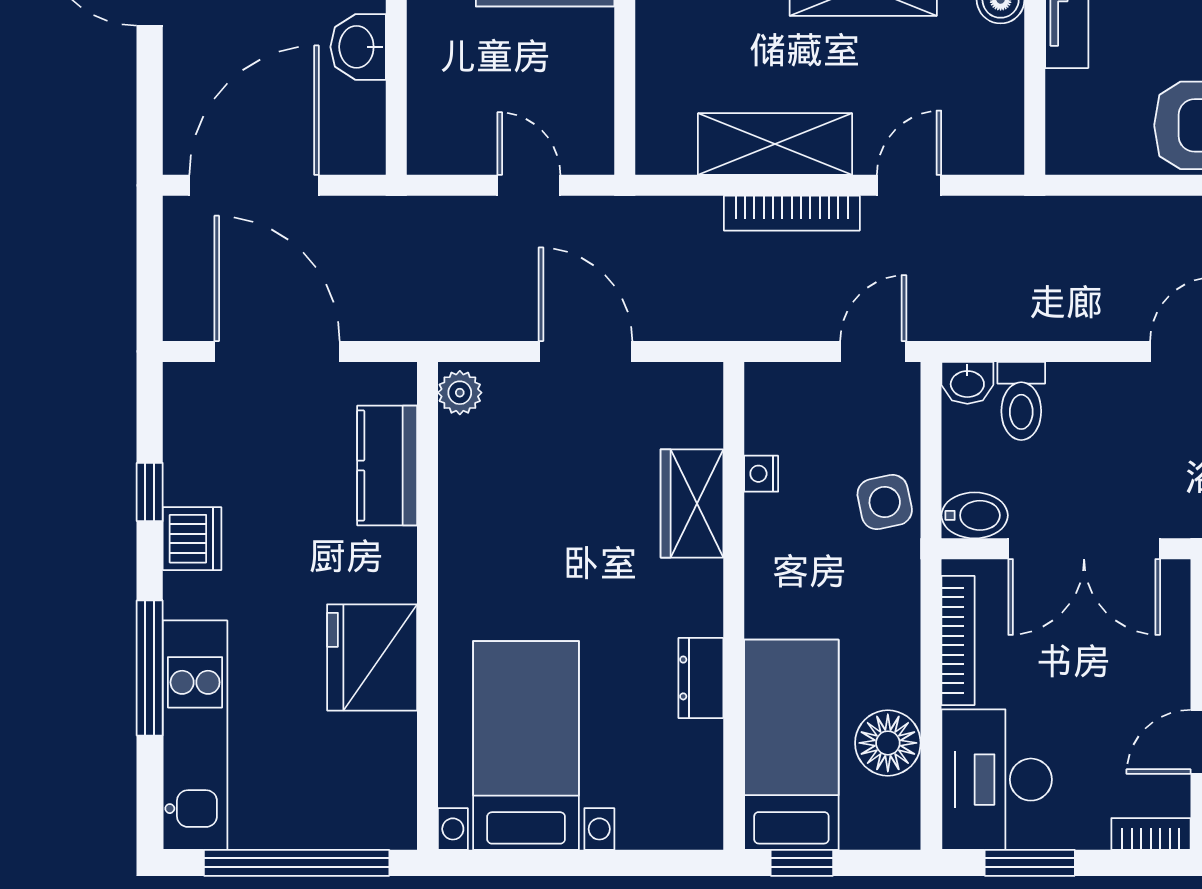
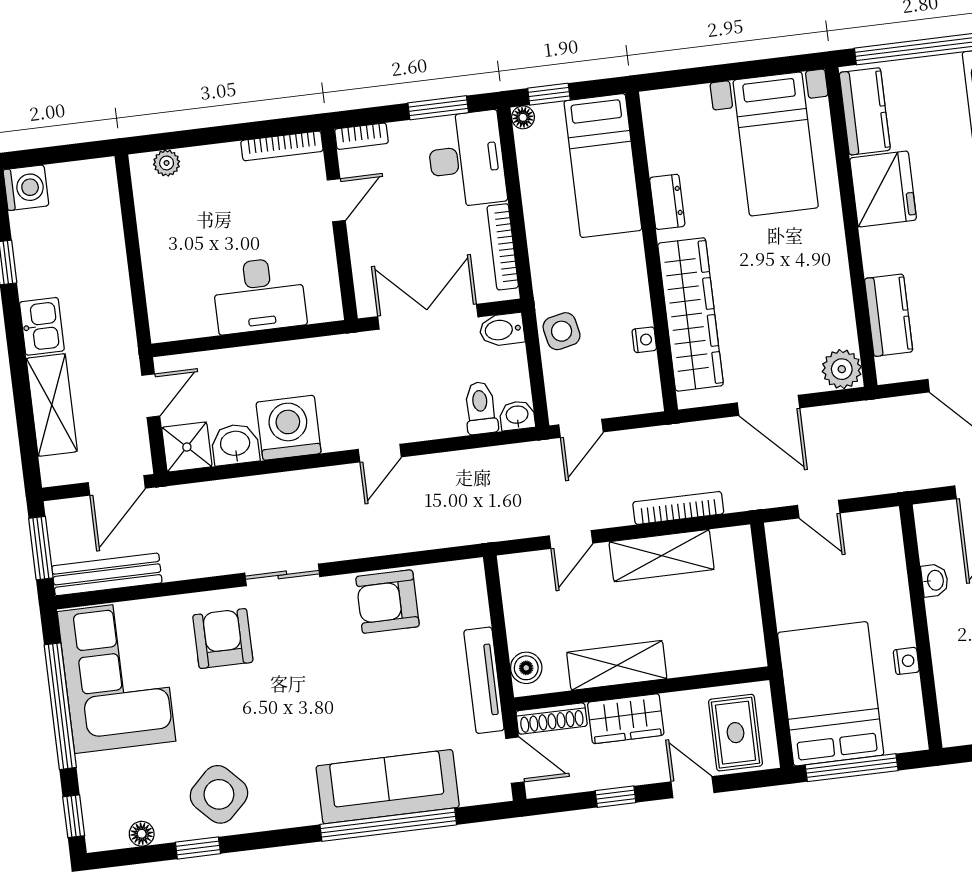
washbasin: (358, 47) -> (935, 580), width x0.72, depth x0.69
bookcase: (792, 213) -> (678, 508), moved
plant: (460, 393) -> (842, 369), width x1.38, depth x1.38
wardrobe: (692, 503) -> (690, 314), width x2.10, depth x1.17
floor lamp: (888, 743) -> (523, 117), moved, width x0.53, depth x0.53
kitchen counter: (385, 778) -> (865, 111), added
window: (802, 863) -> (549, 94), moved

